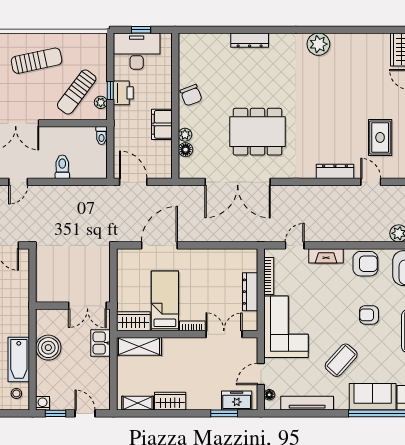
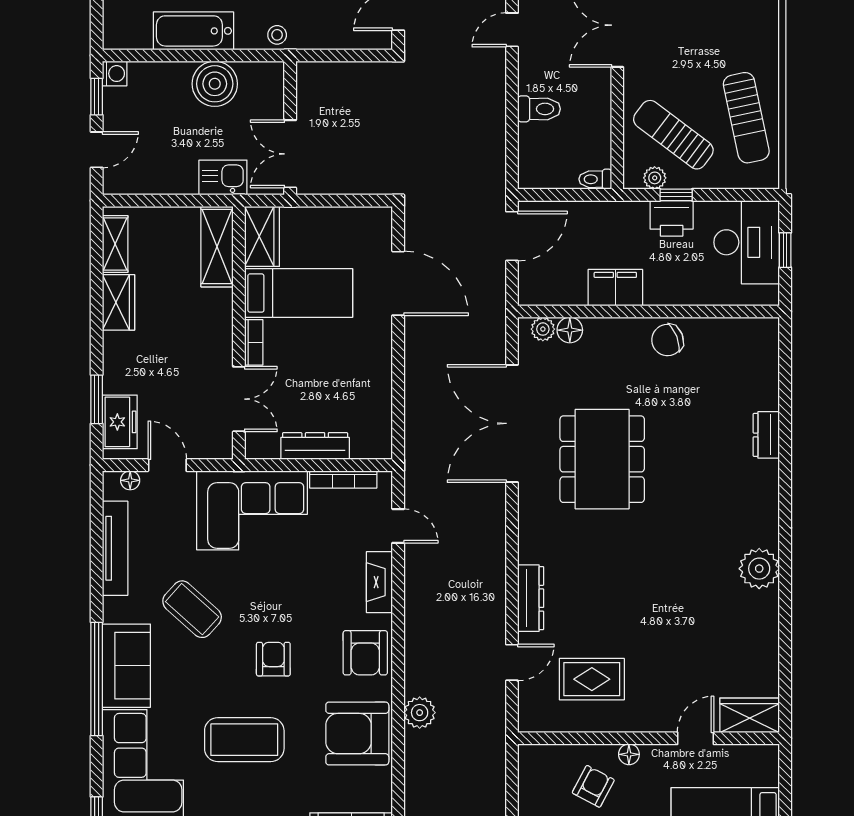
dresser: (250, 40) -> (766, 435), width x0.70
sun lounger: (37, 61) -> (746, 118), moved
plant: (185, 135) -> (543, 329), moved
door: (18, 182) -> (512, 30), hinge flipped
stool: (16, 393) -> (277, 35), moved

